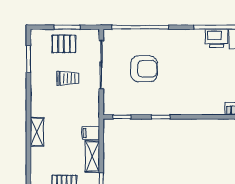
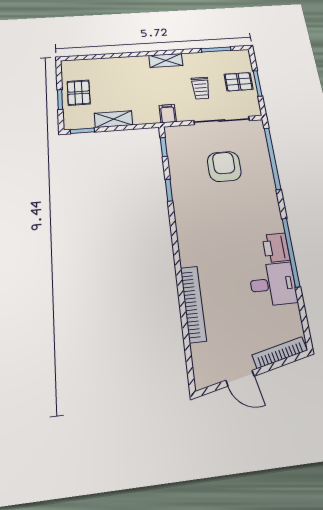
pallet: (64, 44) -> (239, 82), turned 90
armchair: (144, 69) -> (224, 167), turned 180
shelving: (37, 132) -> (166, 60), moved
filing cabinet: (91, 133) -> (168, 114), moved

